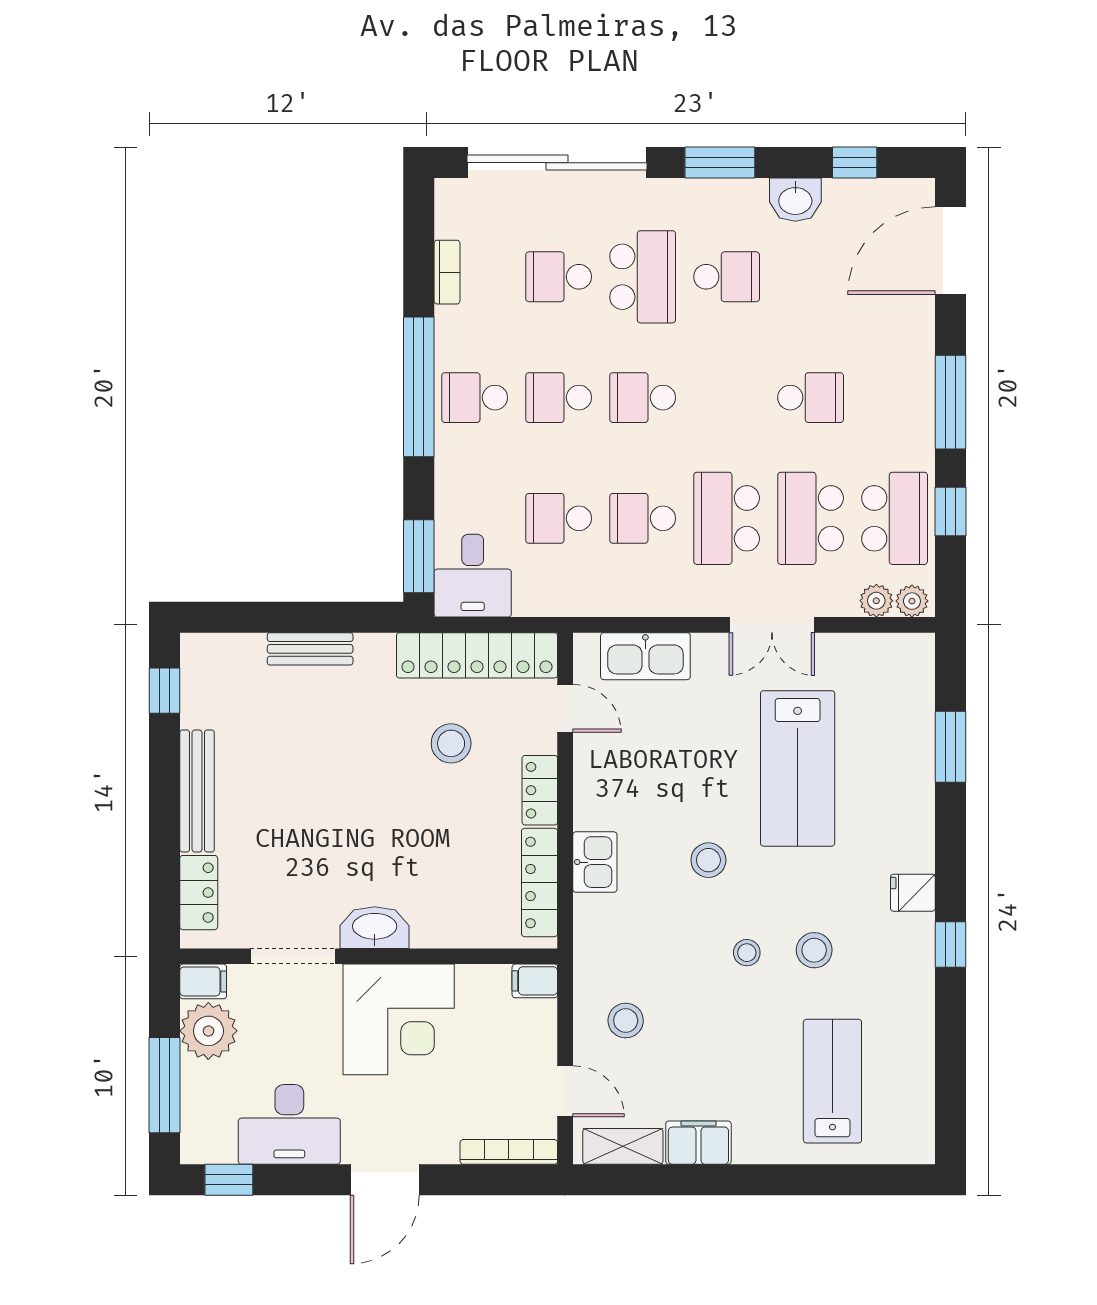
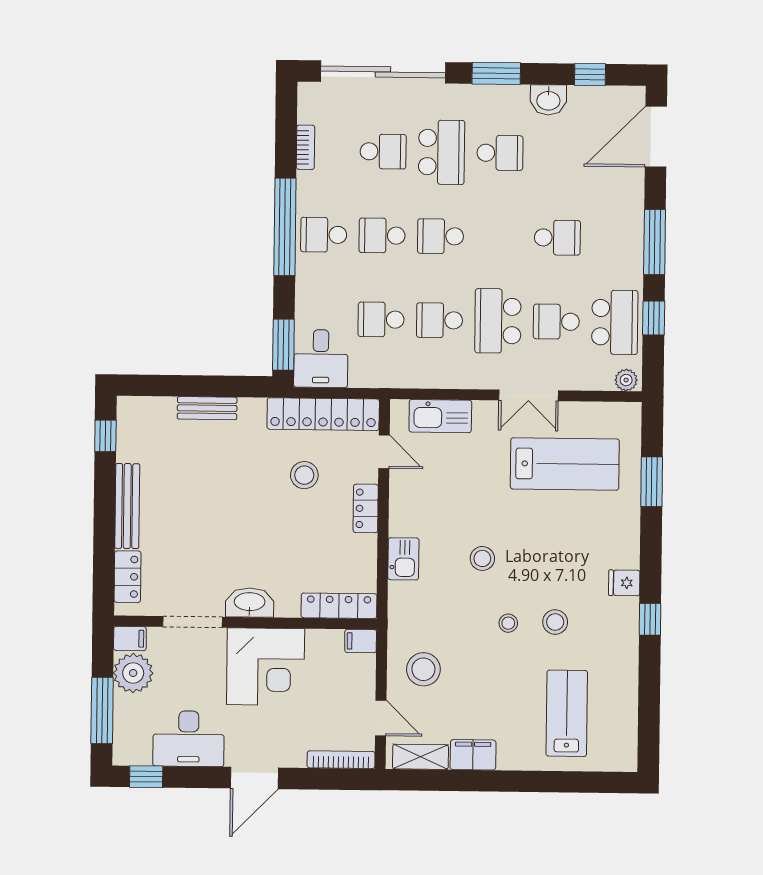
school desk: (559, 277) -> (383, 151), turned 180
school desk: (811, 518) -> (556, 322), width x0.54
plant: (876, 601) -> (601, 379), removed
lab bench: (798, 768) -> (565, 464), moved, turned -90
locker: (539, 883) -> (339, 606), moved, turned 90
stool: (626, 1021) -> (423, 669), width x1.38, depth x1.38

